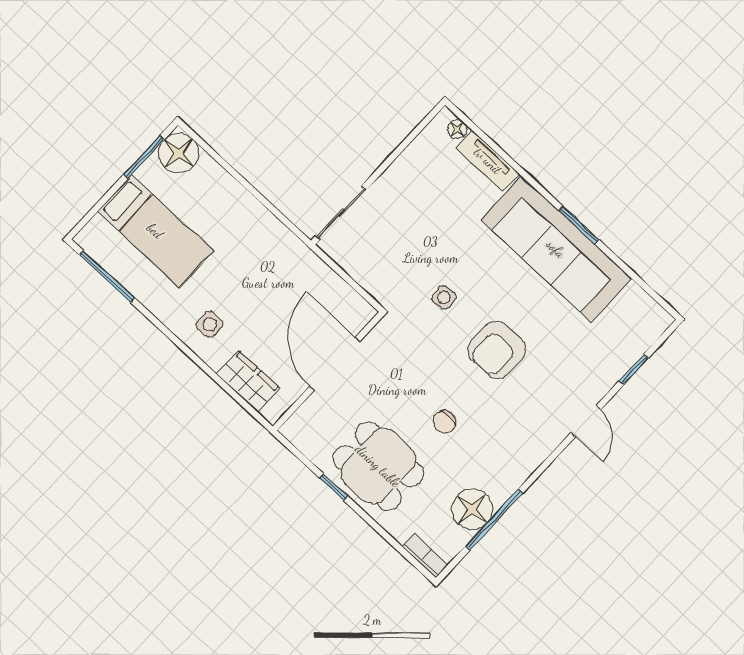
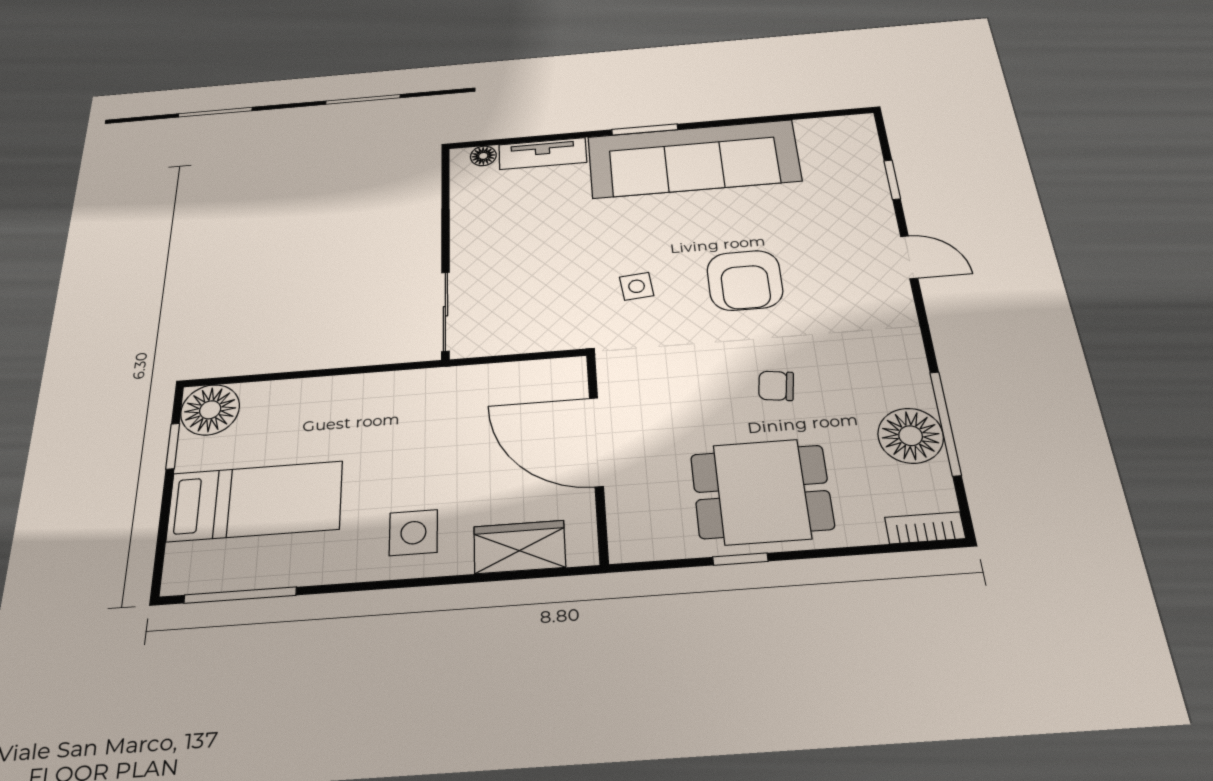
window: (144, 157) -> (173, 446), width x0.67
window: (579, 225) -> (645, 130), moved
side table: (210, 324) -> (413, 533), width x1.37, depth x1.37
chair: (445, 422) -> (776, 386), turned 99

